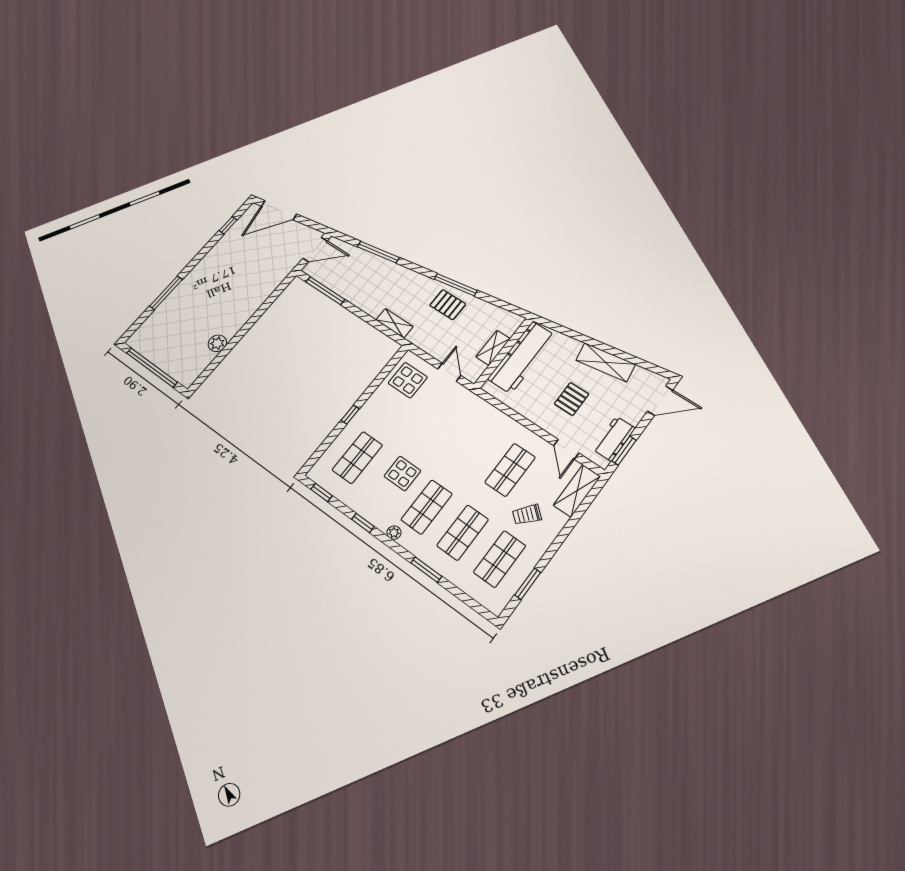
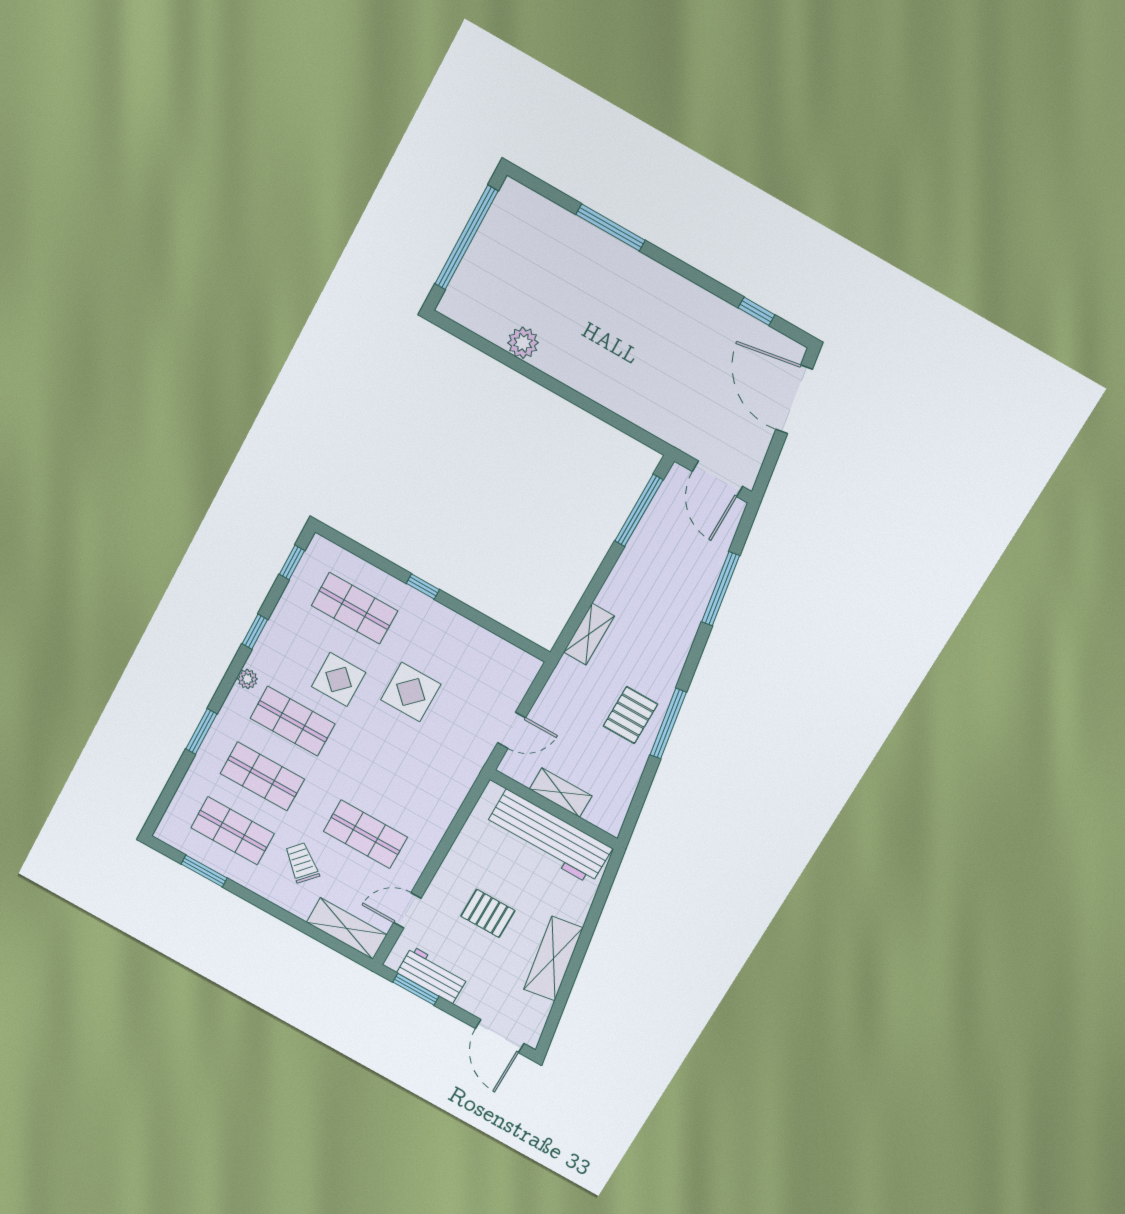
display table: (408, 380) -> (411, 692), moved

